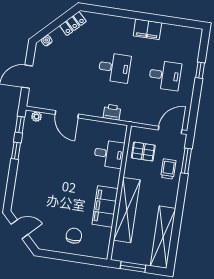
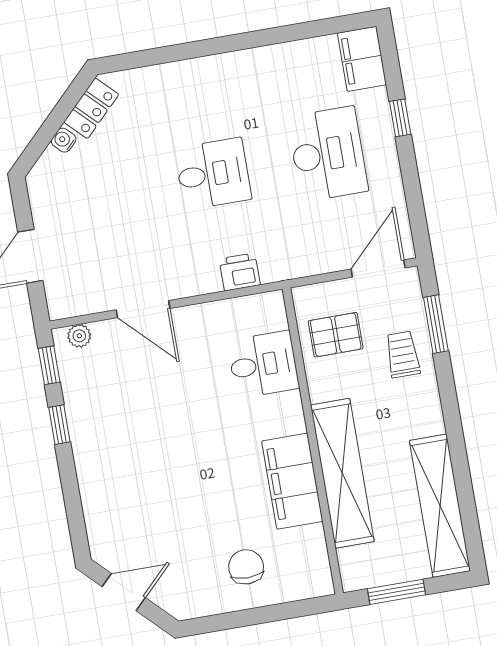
filing cabinet: (147, 29) -> (362, 59), moved, turned 90
water cooler: (47, 41) -> (64, 140), moved
desk: (165, 75) -> (328, 154), width x1.37

